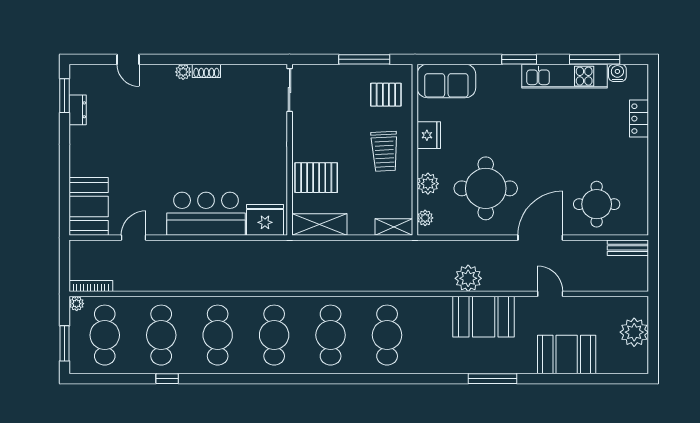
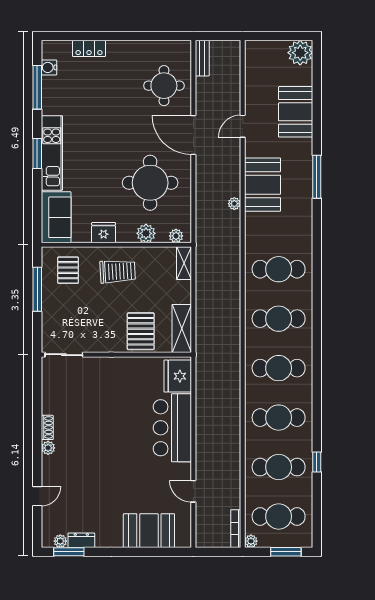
kitchen unit: (564, 76) -> (52, 153), moved
plant: (77, 86) -> (60, 541), added
booth: (89, 206) -> (149, 531), moved
plant: (468, 278) -> (234, 204), width x0.53, depth x0.53
plant: (634, 332) -> (300, 53), moved

